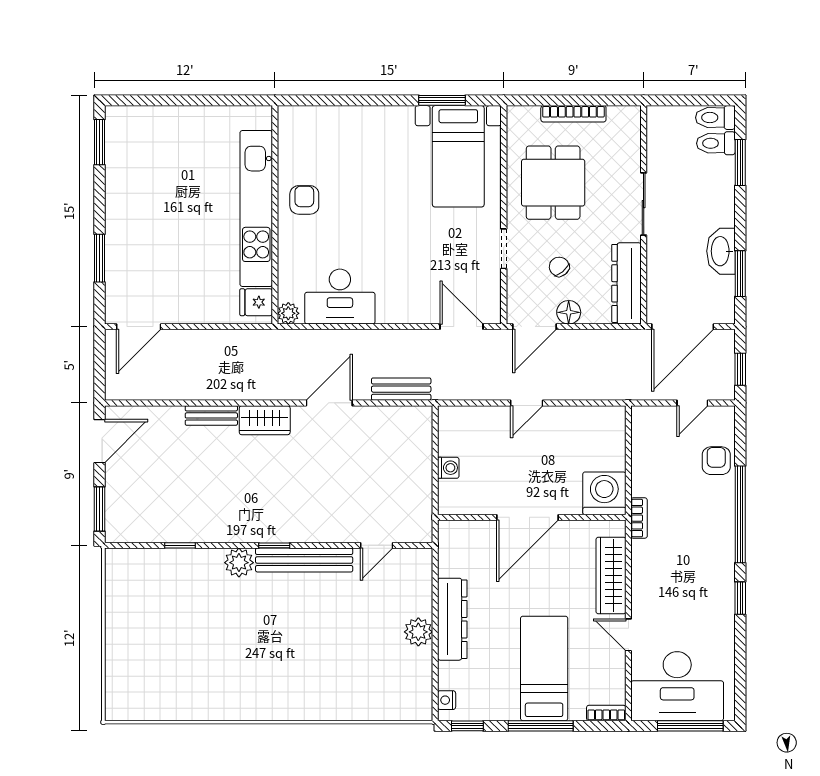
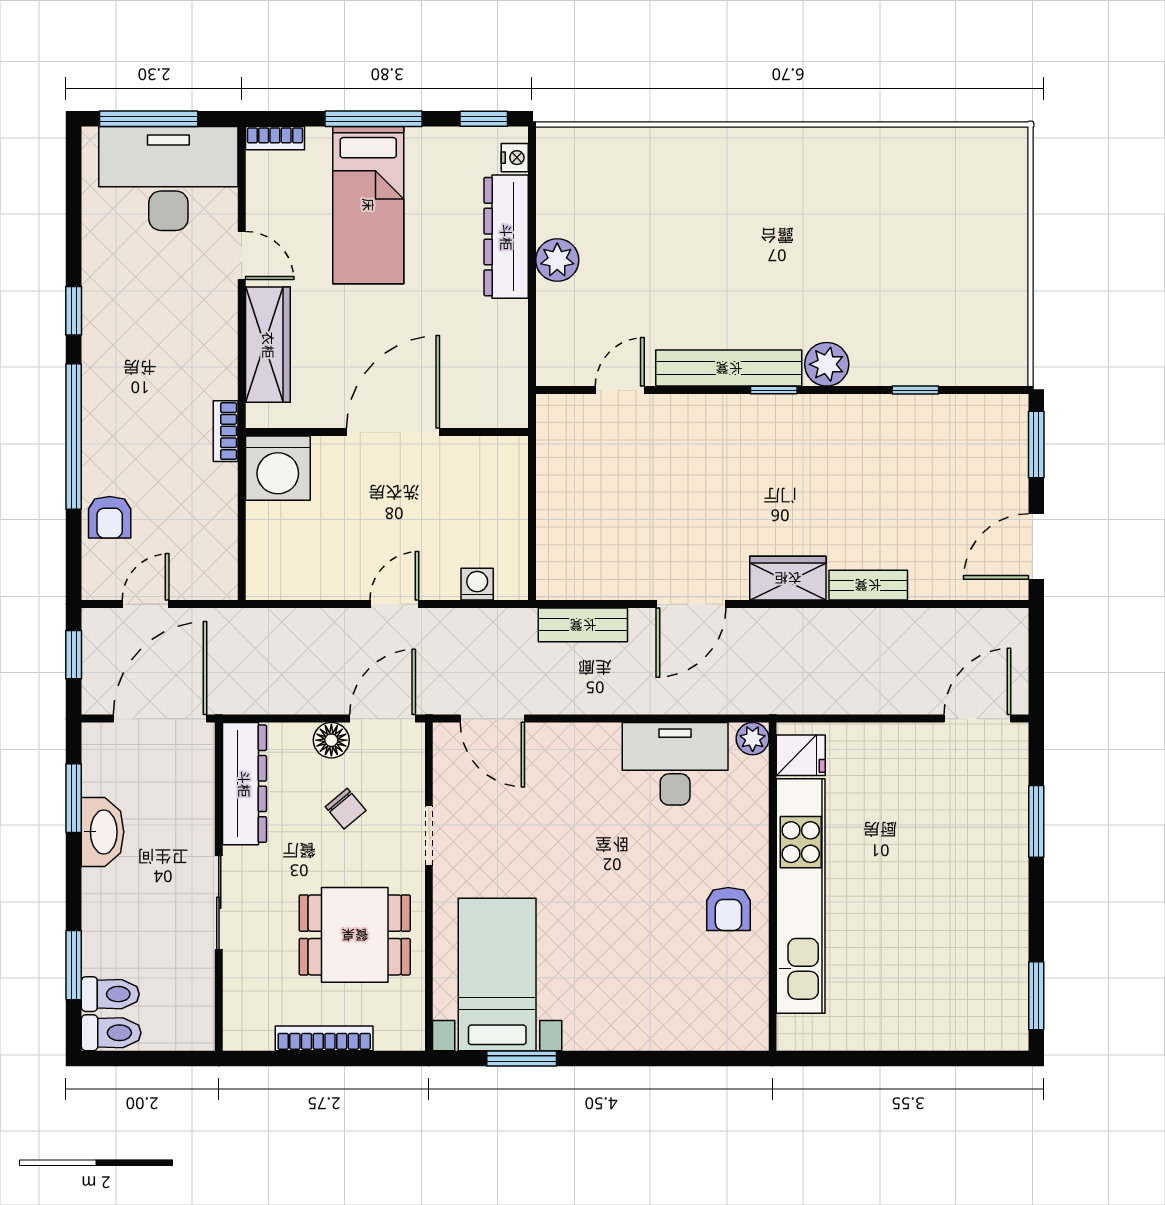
dining table: (553, 183) -> (355, 935), turned 90
washing machine: (448, 468) -> (477, 584), moved, turned 90
dresser: (452, 619) -> (506, 237), moved

